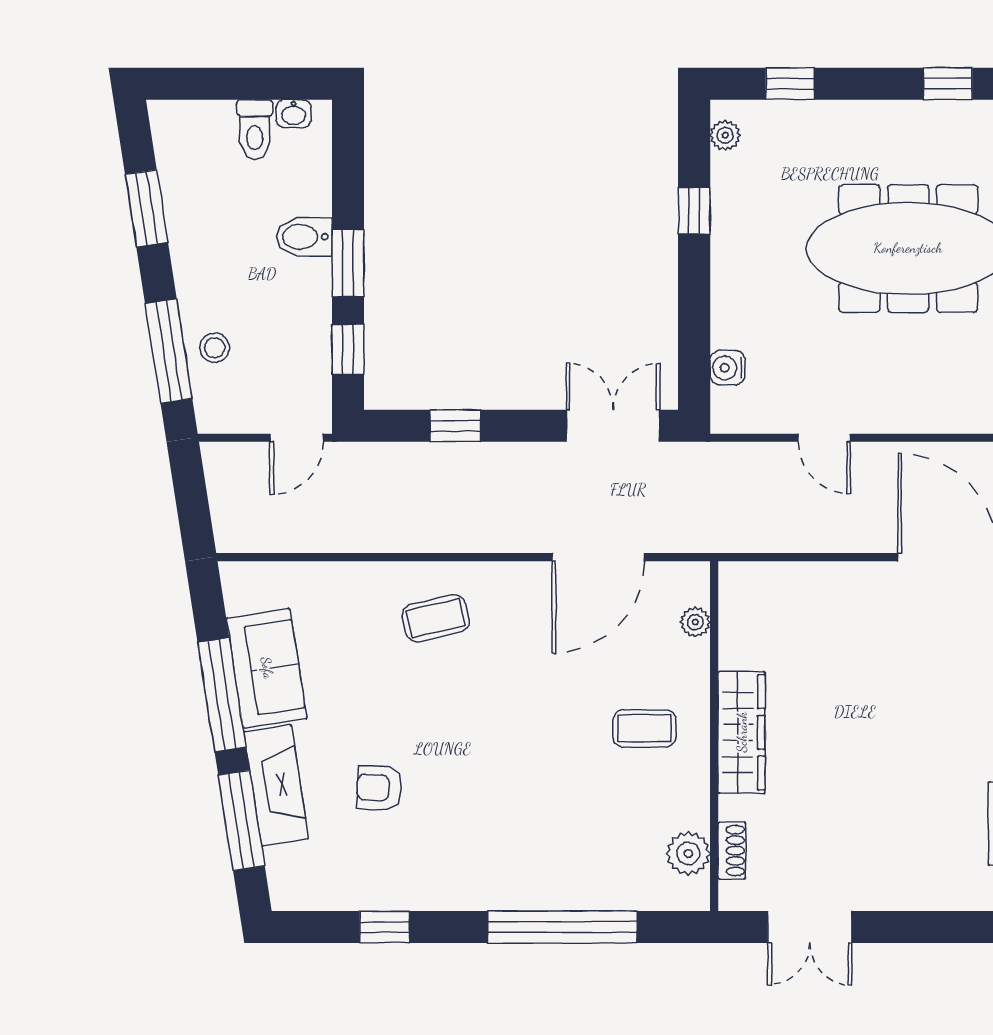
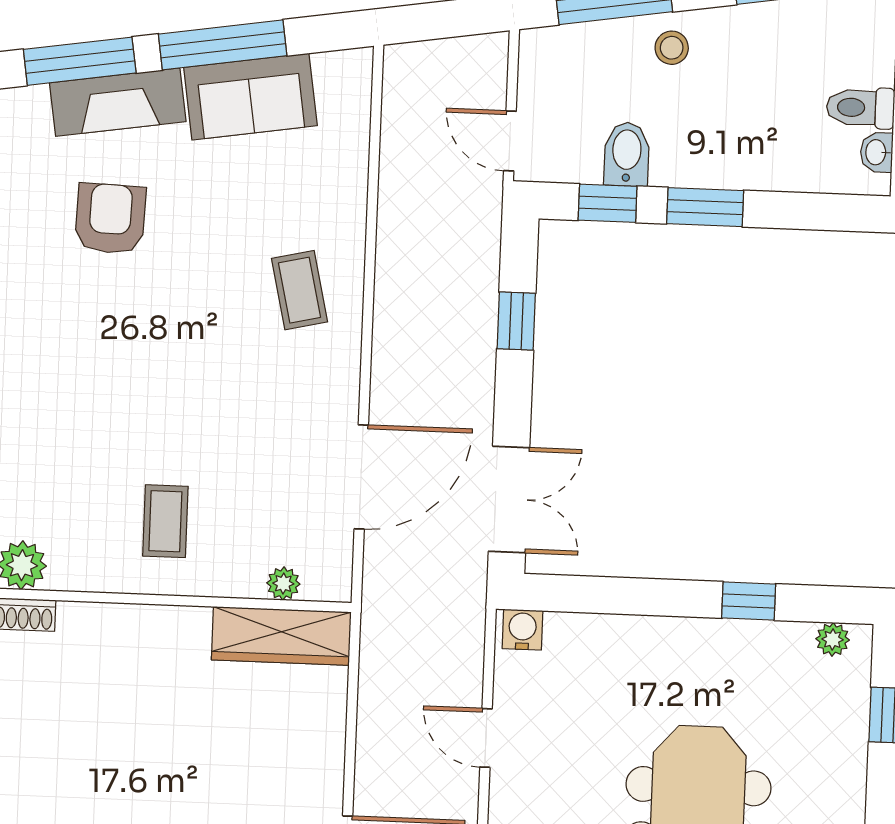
bidet: (304, 237) -> (627, 154), moved
stool: (215, 348) -> (672, 48), moved
water cooler: (727, 368) -> (523, 630), moved
door: (824, 438) -> (486, 738), hinge flipped
door: (598, 557) -> (361, 477), swing flipped
wardrobe: (742, 732) -> (281, 636), moved
armchair: (379, 788) -> (110, 219), width x1.38, depth x1.38

